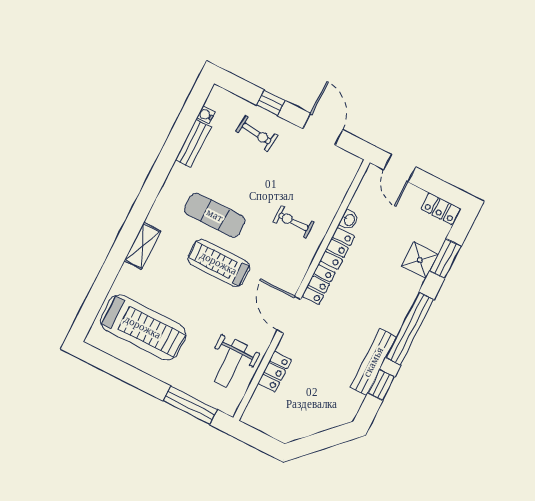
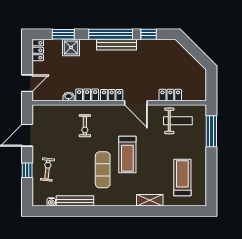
bench: (193, 143) -> (75, 201), width x1.36
shelving: (142, 246) -> (150, 200), moved
door: (289, 315) -> (136, 103), hinge flipped
treadmill: (143, 327) -> (182, 178), width x0.73, depth x0.73
bench: (373, 362) -> (116, 45), moved

